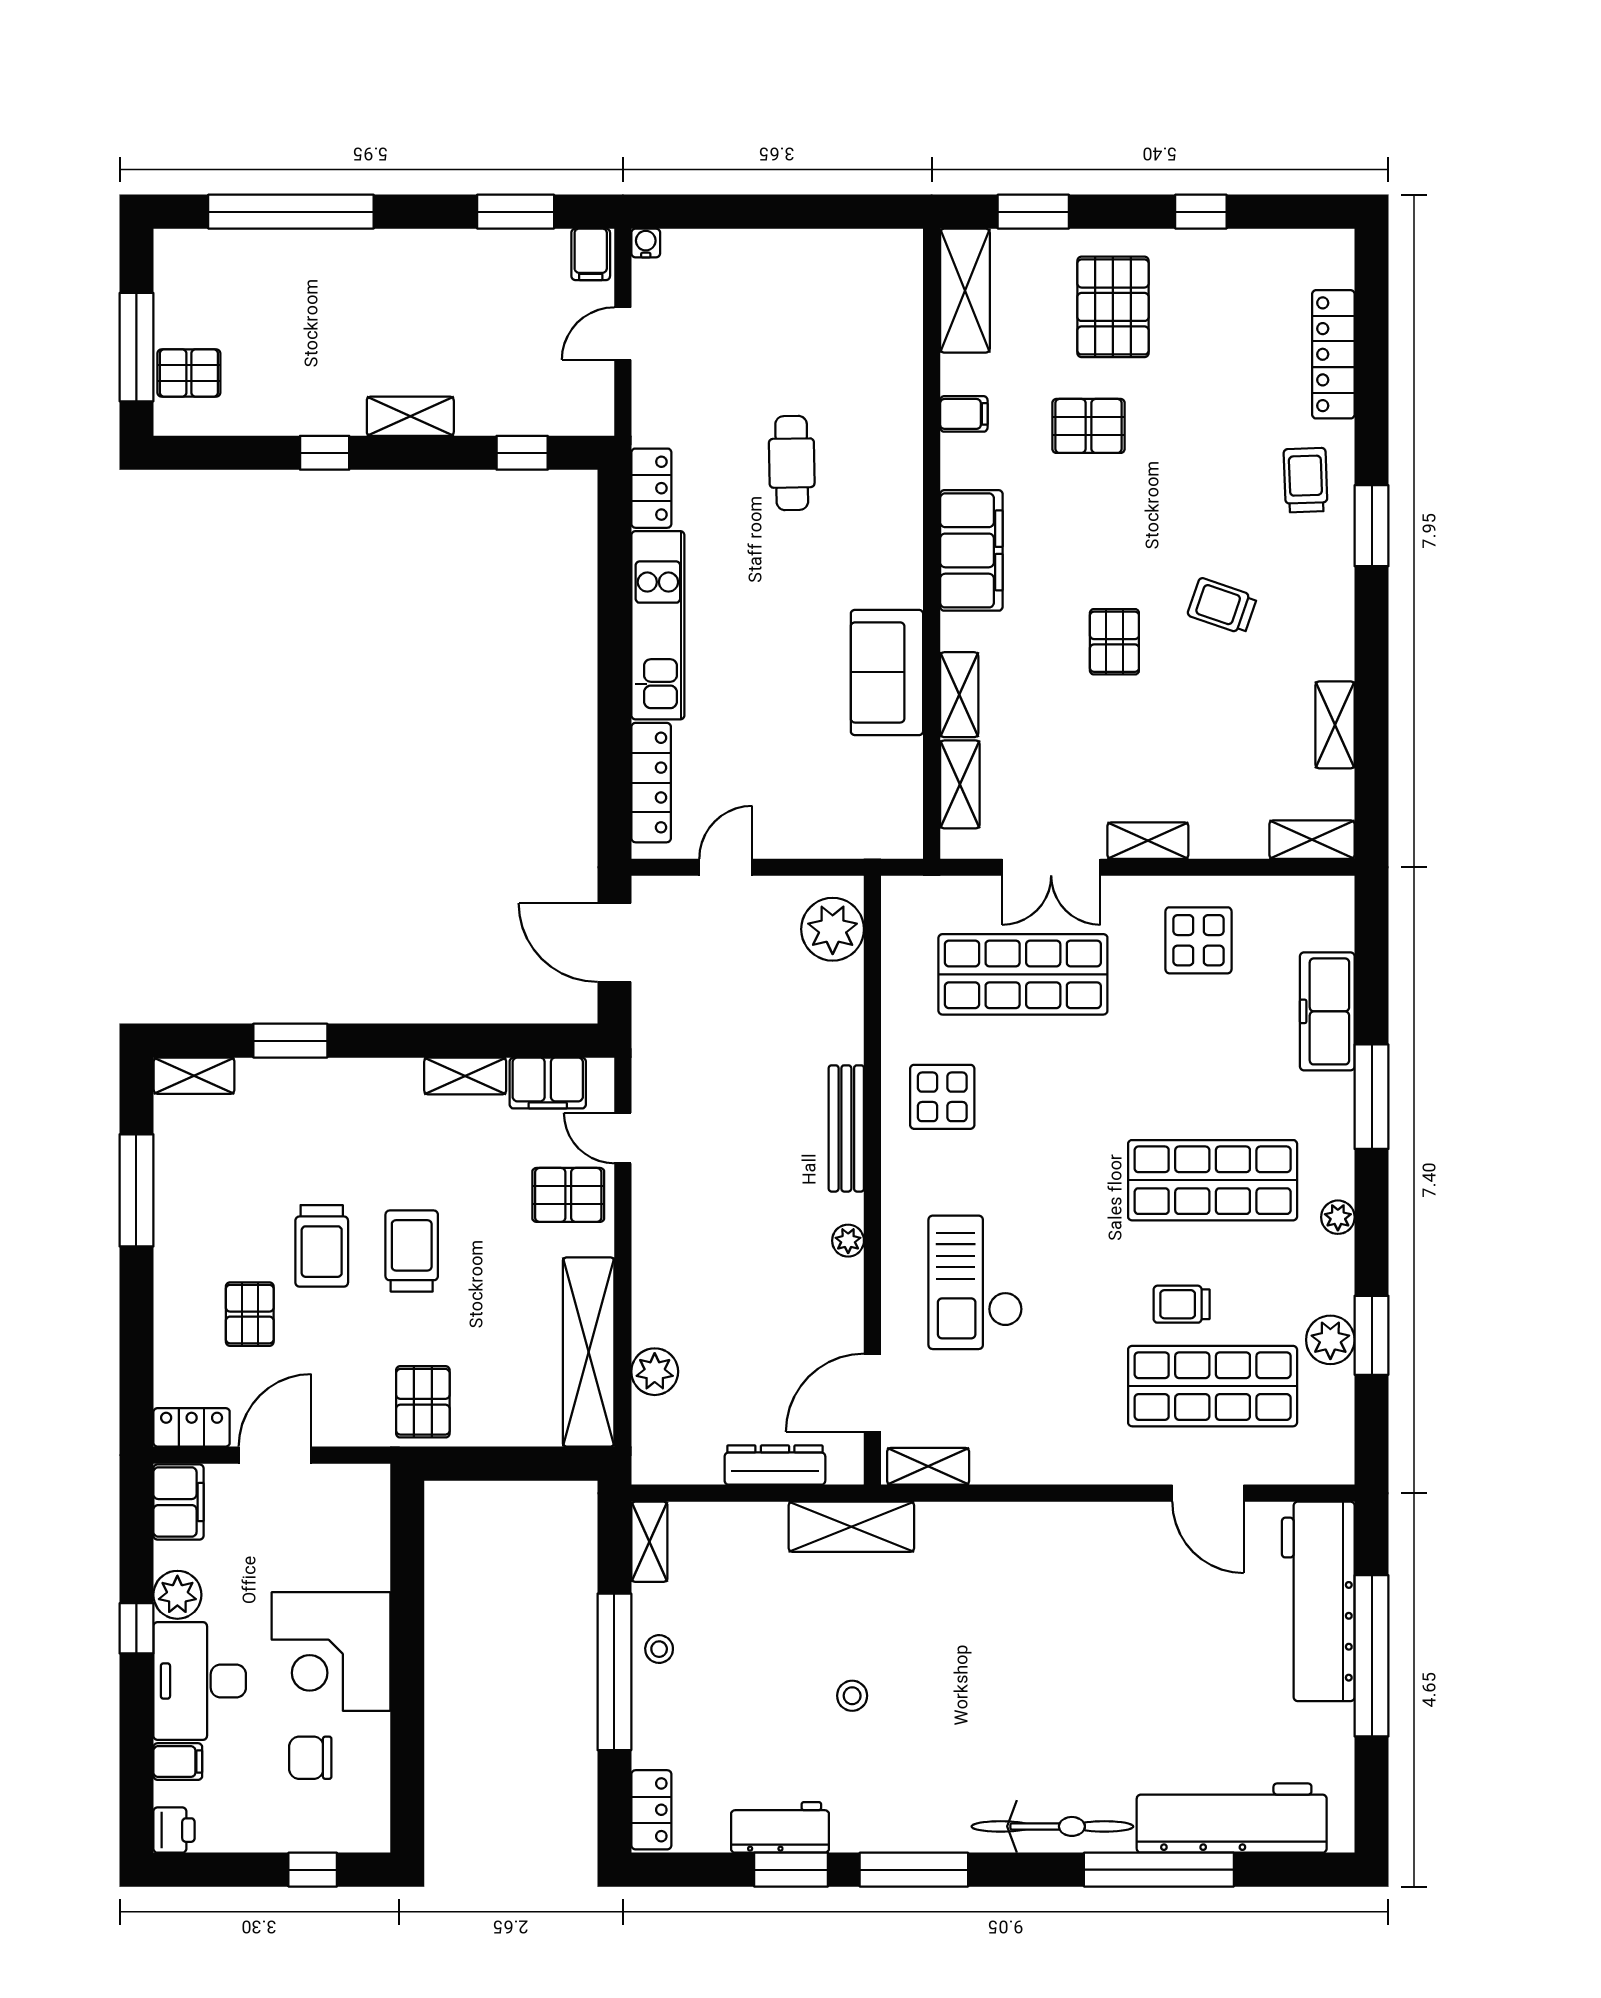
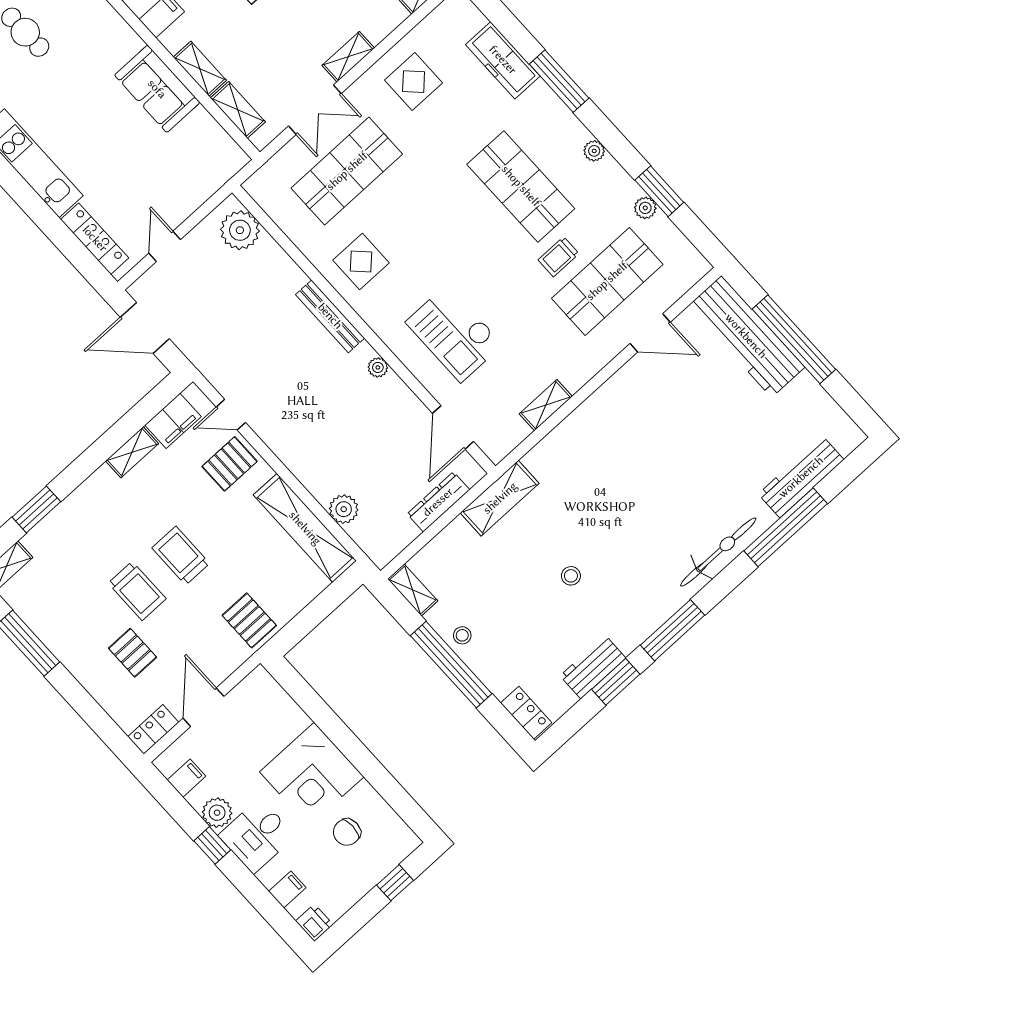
shop shelf: (1213, 1180) -> (521, 186), turned 90
plant: (1330, 1340) -> (645, 208), width x0.73, depth x0.73
shelving: (928, 1466) -> (546, 405), moved
filing cabinet: (178, 1502) -> (186, 778), width x0.50
desk: (200, 1681) -> (257, 836), width x0.73
workbench: (1232, 1818) -> (801, 477), width x0.73, depth x0.76

